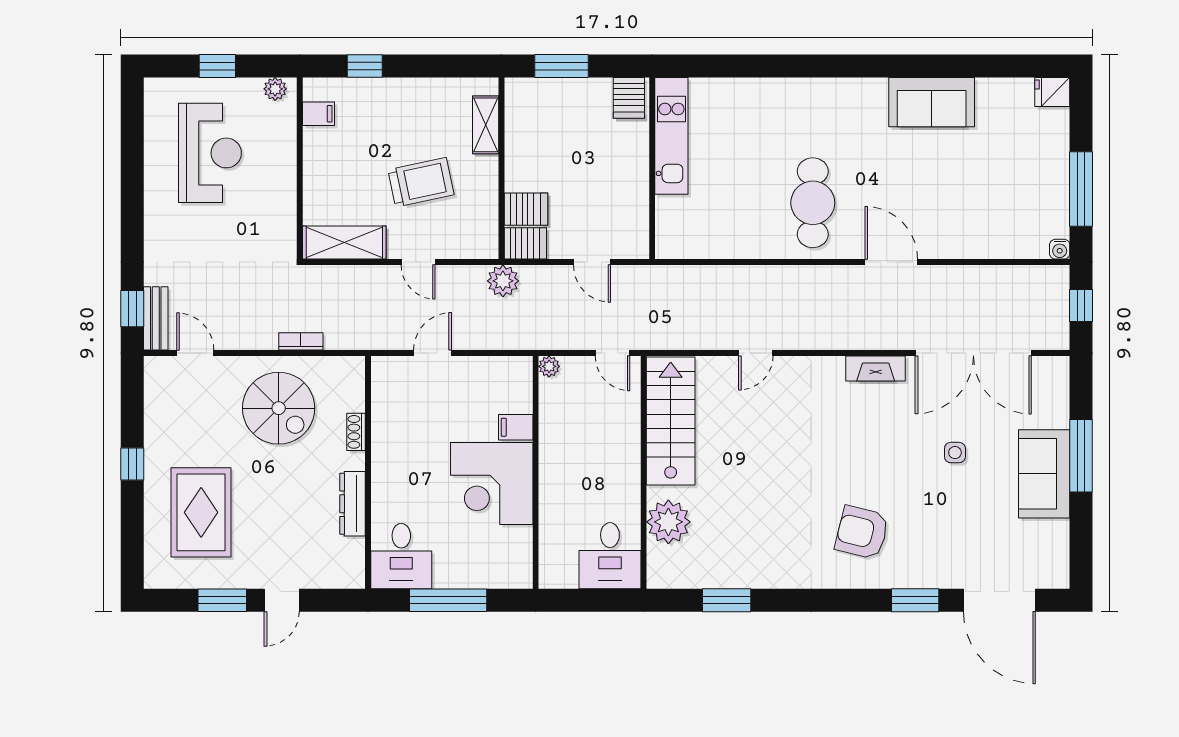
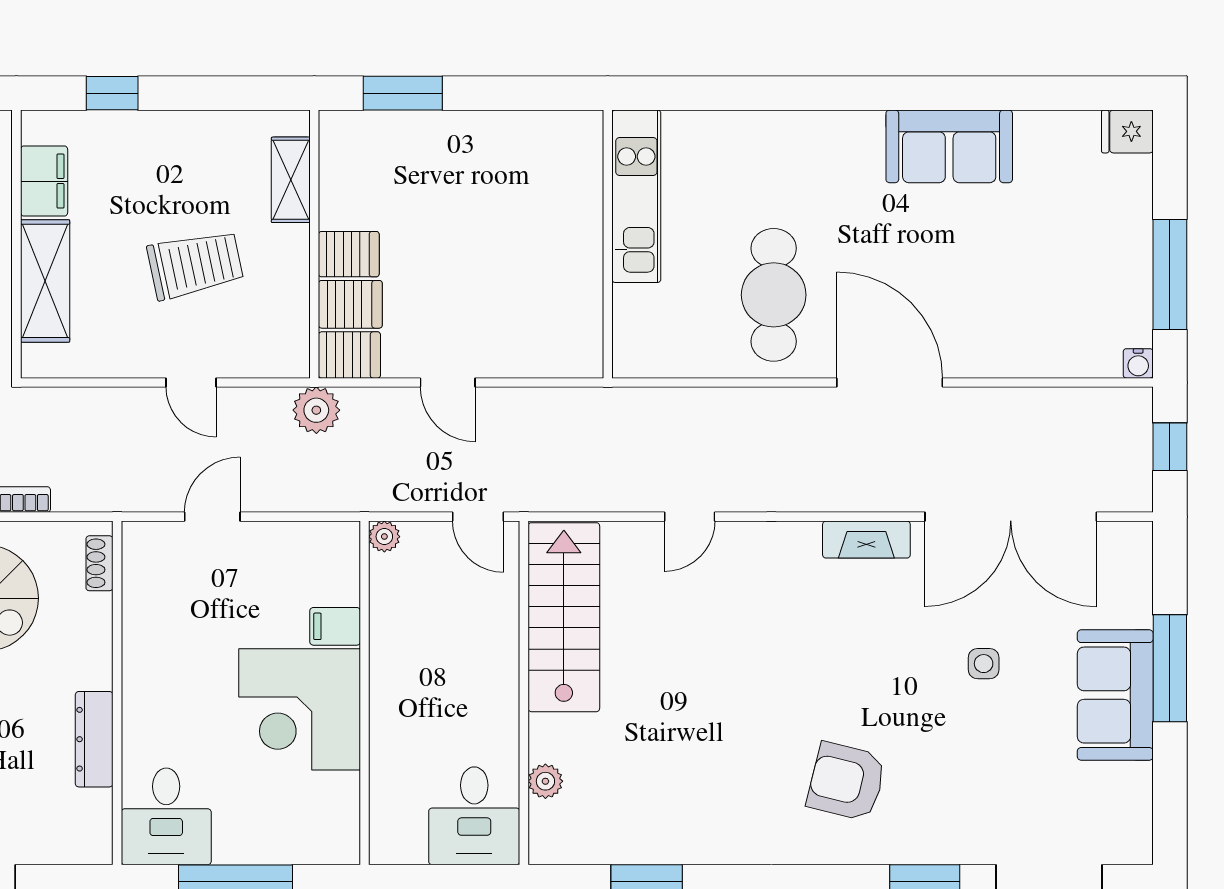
server rack: (629, 98) -> (349, 254), moved, turned -90
filing cabinet: (319, 114) -> (44, 181), width x2.00
kitchen unit: (671, 136) -> (636, 196), moved
wall: (652, 168) -> (608, 244), moved
shelving: (344, 243) -> (45, 281), moved, turned 90
door: (891, 262) -> (890, 382), width x1.36
shoe rack: (356, 432) -> (99, 563), moved
plant: (668, 522) -> (545, 781), width x0.53, depth x0.53

